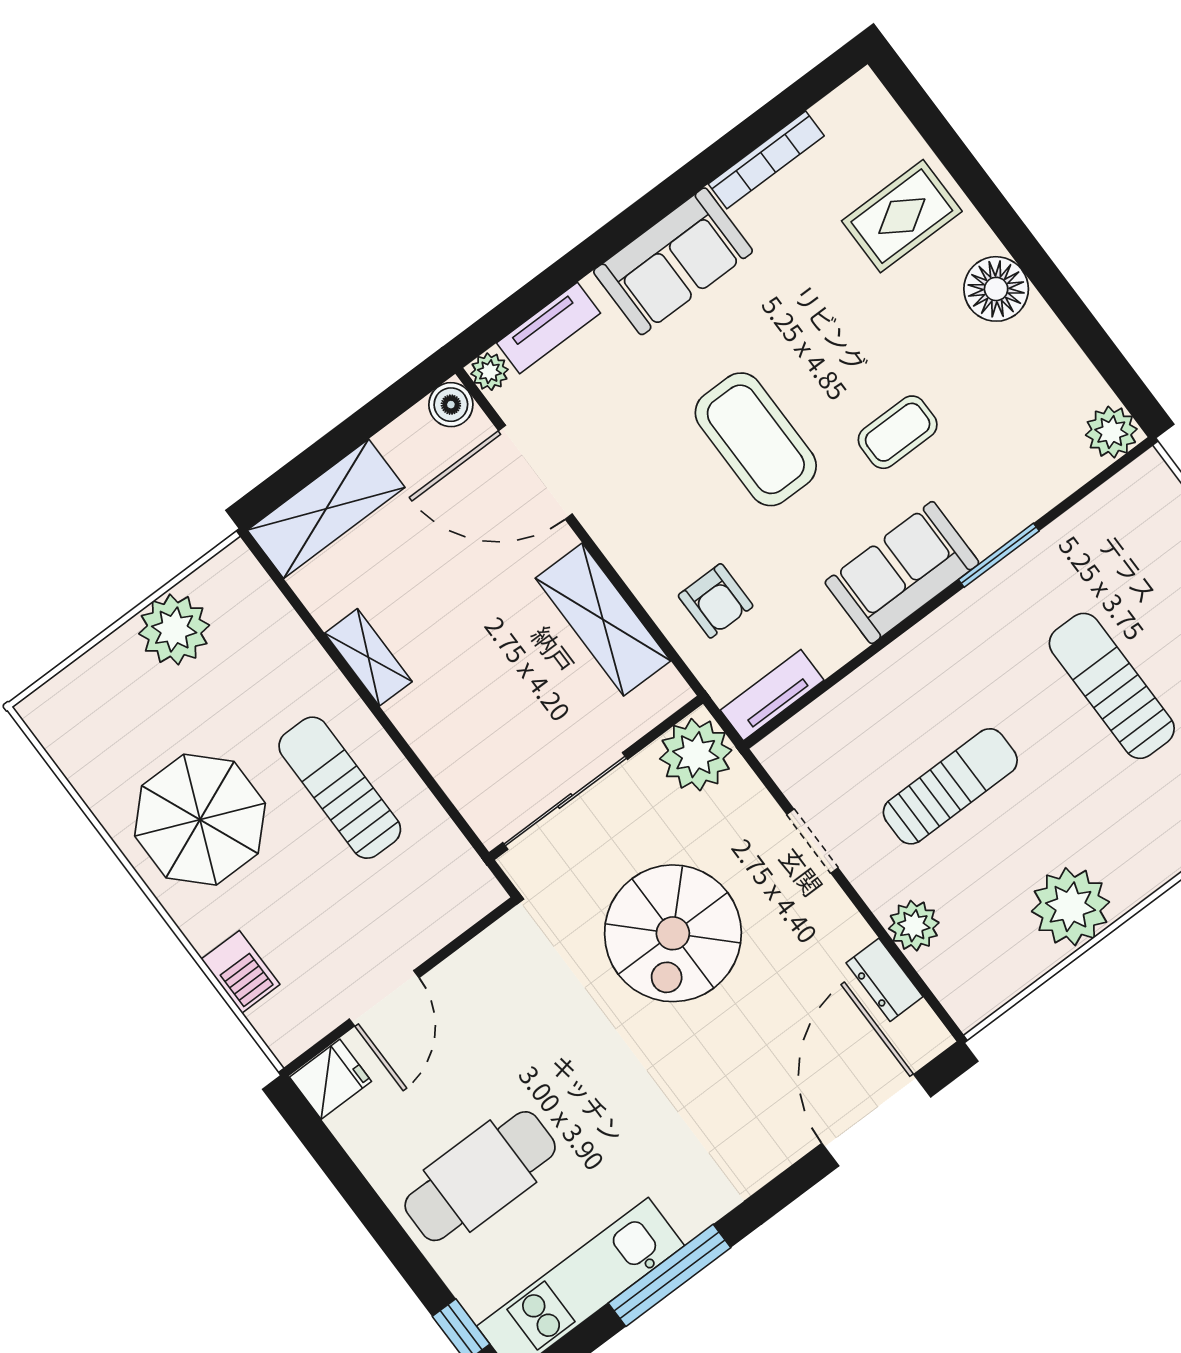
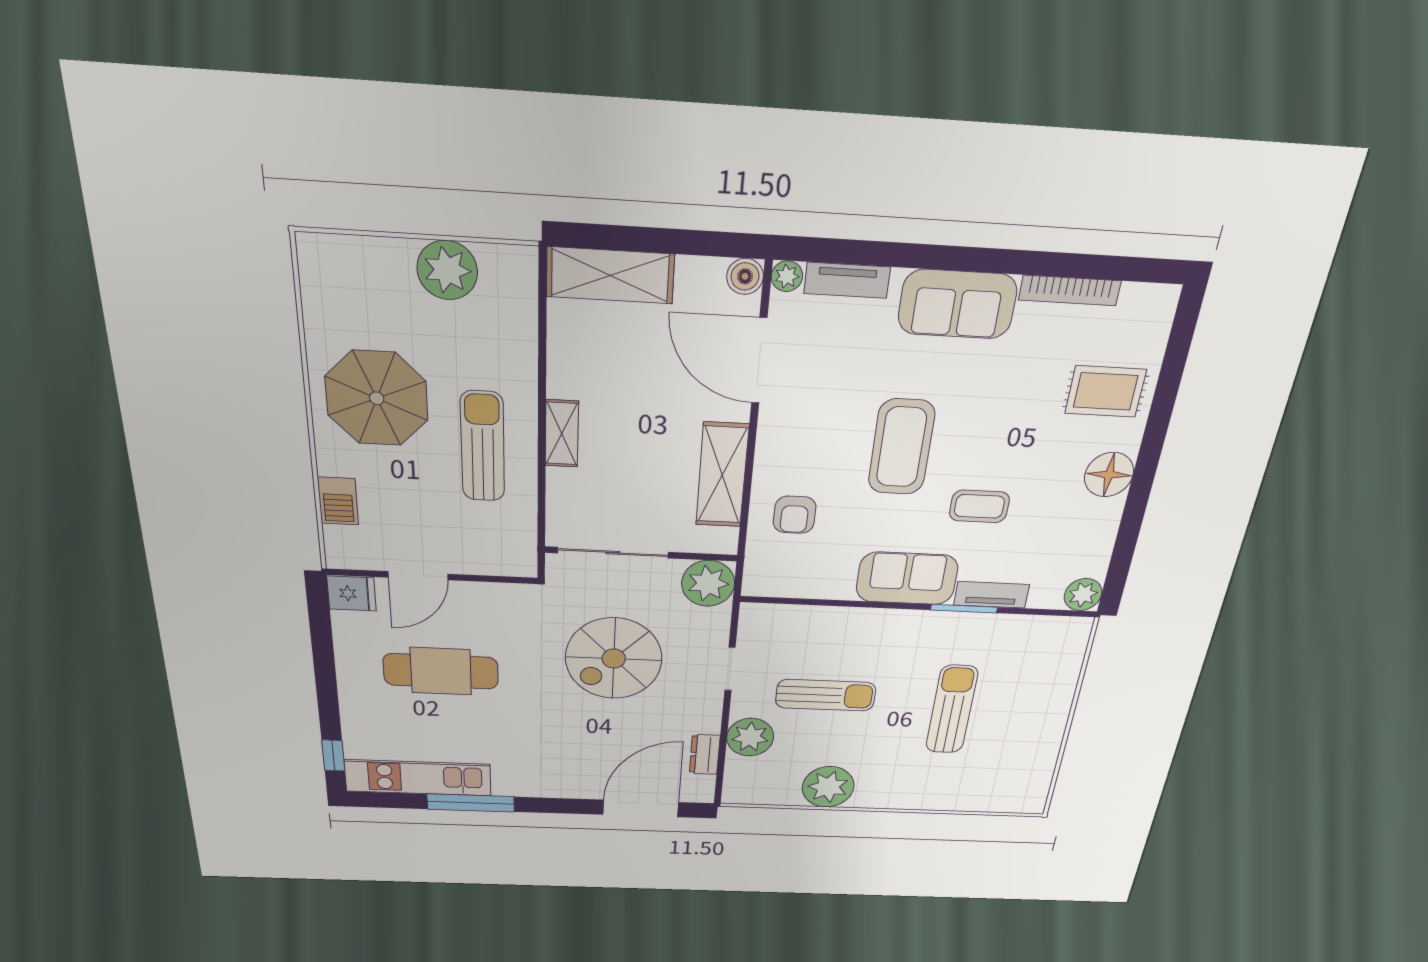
shelving: (368, 657) -> (562, 434), moved
tv unit: (772, 695) -> (991, 595), moved
plant: (914, 926) -> (750, 737), width x1.36, depth x1.36
cafe table: (480, 1176) -> (441, 671), moved

